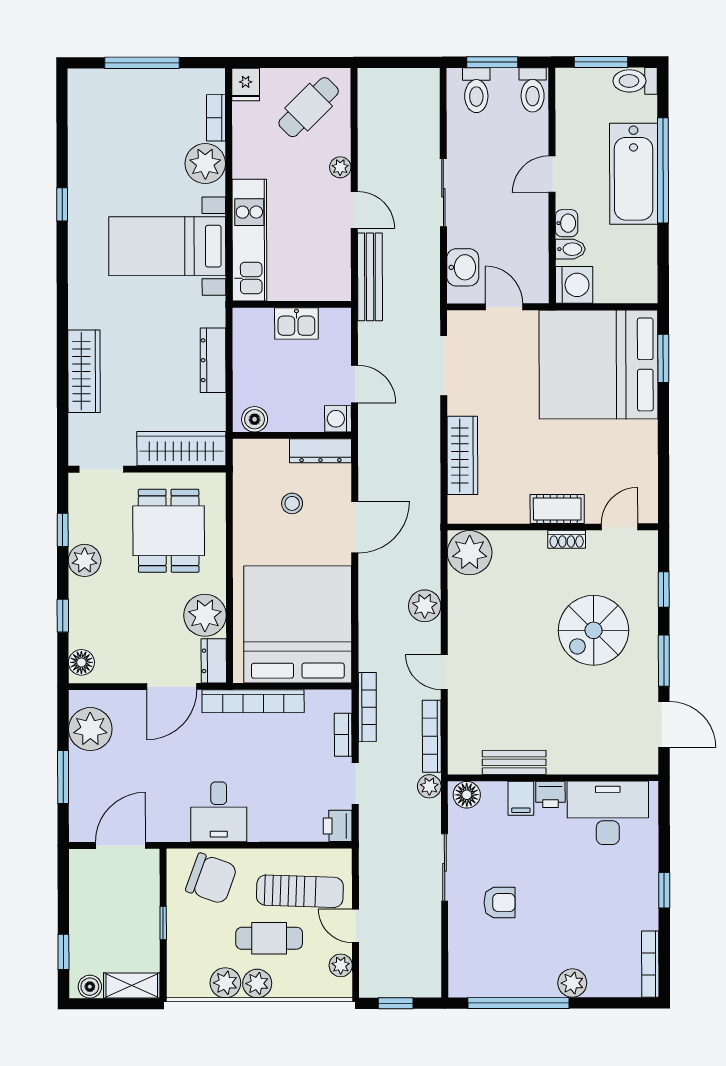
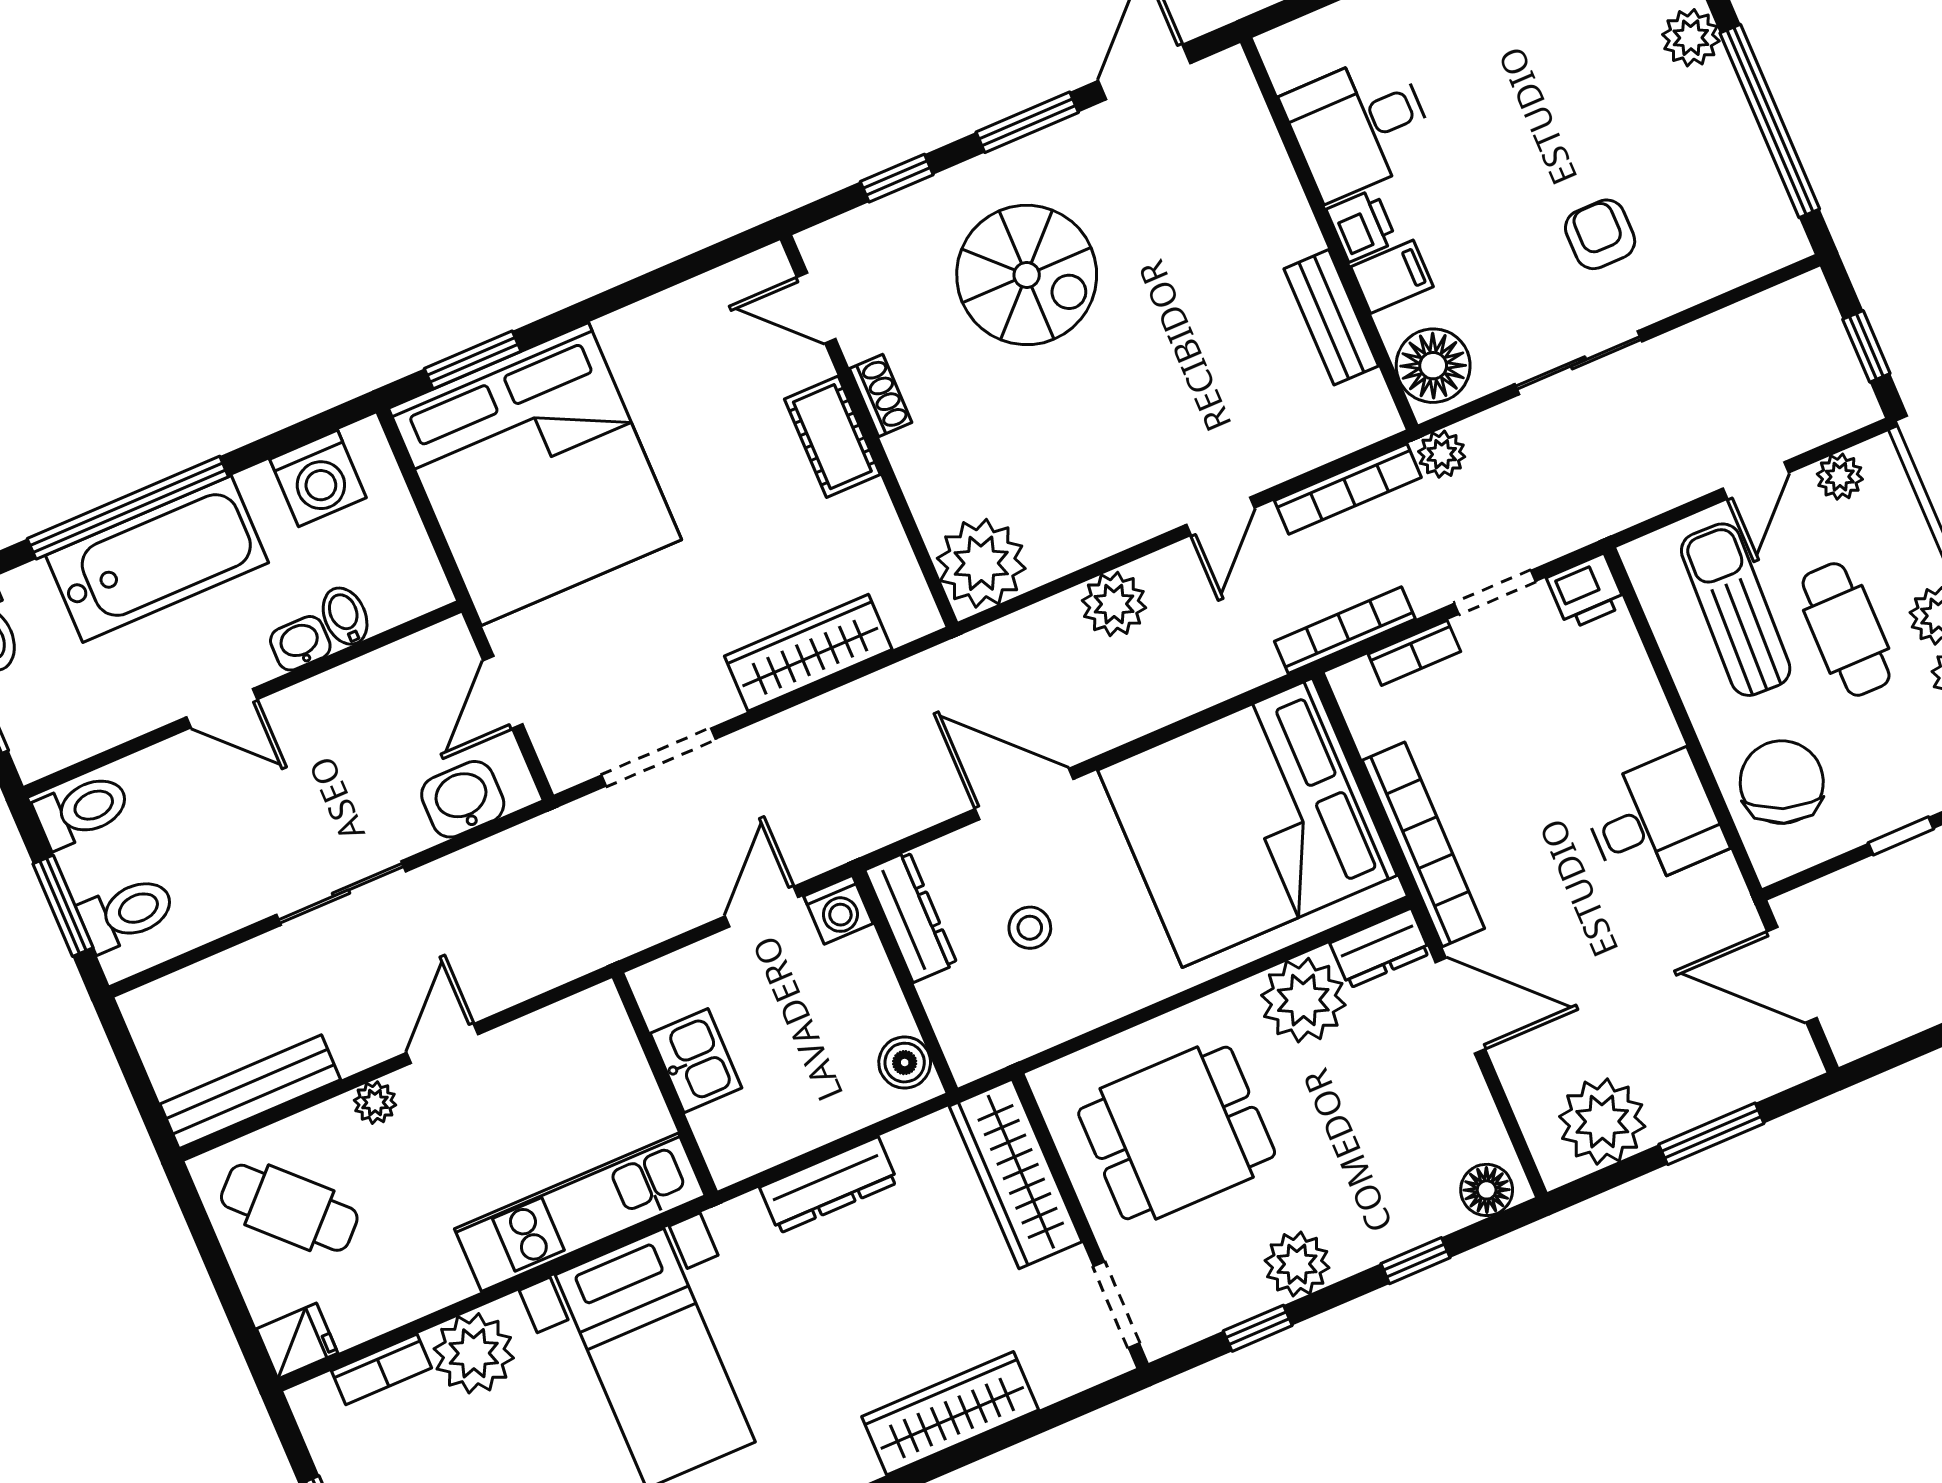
bench: (370, 277) -> (250, 1092), moved
washing machine: (574, 285) -> (318, 478), moved, turned 180
floor lamp: (467, 795) -> (1433, 366), width x1.38, depth x1.38
desk: (608, 813) -> (1359, 126), width x0.73

